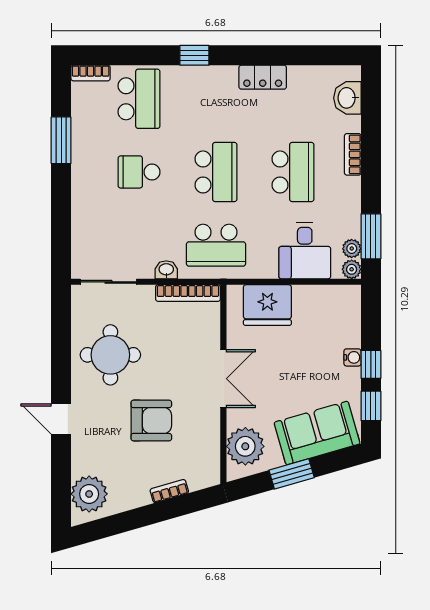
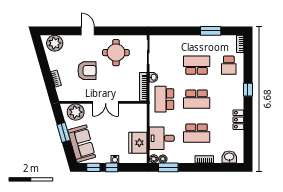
school desk: (139, 99) -> (229, 65), width x0.54
school desk: (139, 172) -> (197, 65), width x1.85
fridge: (267, 305) -> (138, 143), moved
door: (61, 419) -> (88, 31), hinge flipped
armchair: (151, 421) -> (87, 71), turned -90

